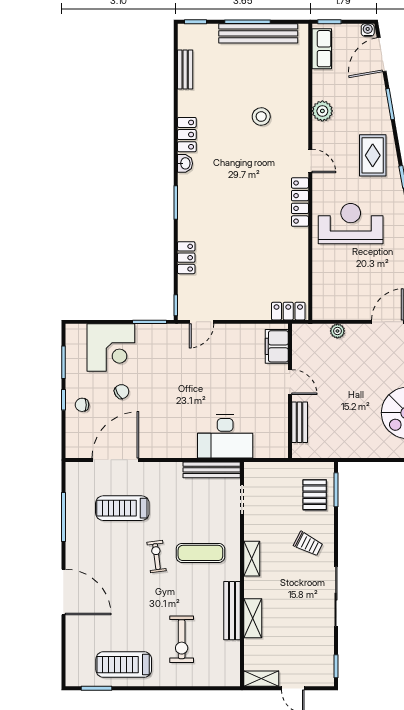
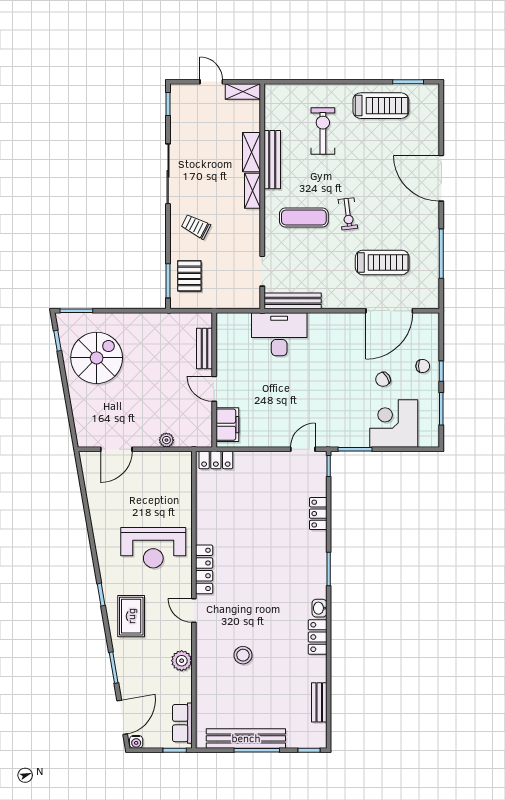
shelving: (252, 559) -> (252, 191), moved

